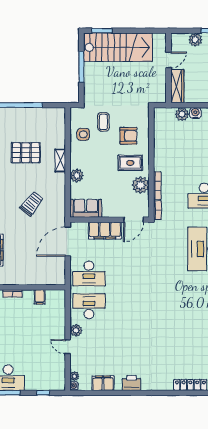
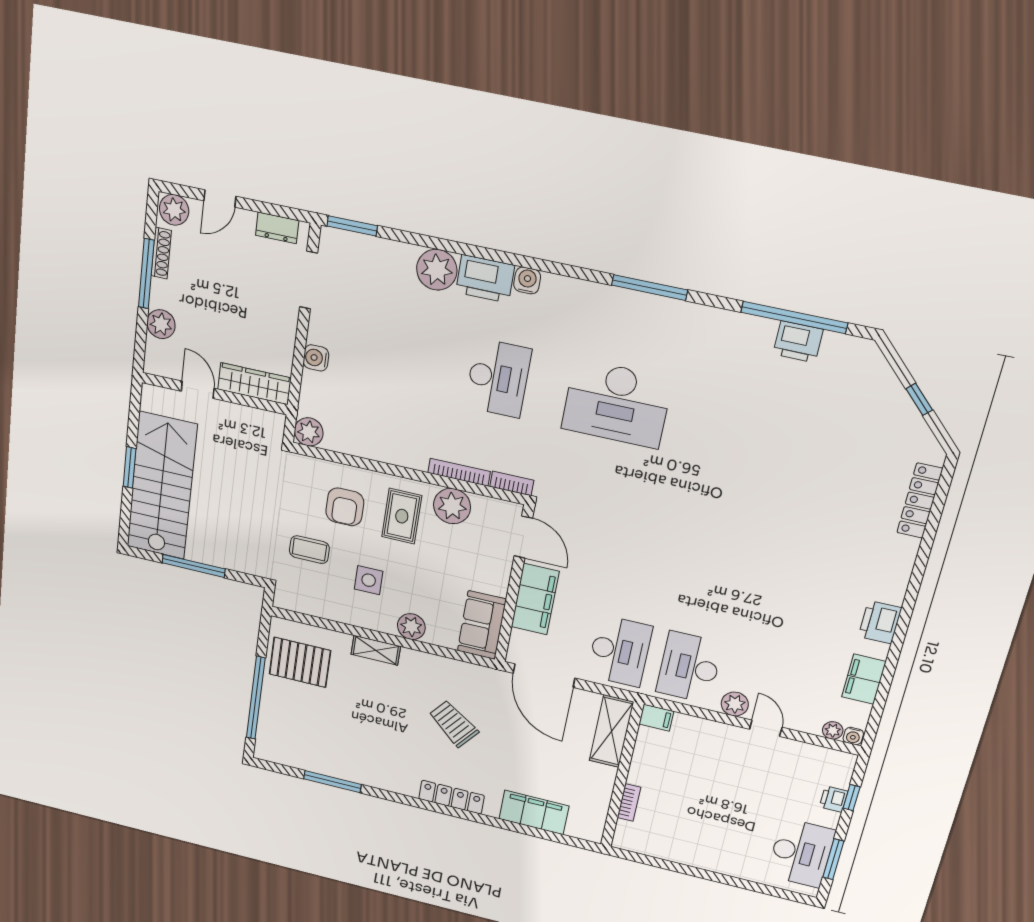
window: (102, 31) -> (130, 467), moved
plant: (182, 114) -> (309, 432), moved
side table: (83, 134) -> (369, 580), moved
armchair: (128, 136) -> (345, 507), turned 180
pallet: (26, 153) -> (300, 662), moved, turned 90
shelving: (48, 278) -> (611, 731), added
filing cabinet: (40, 297) -> (656, 718), moved
door: (68, 347) -> (766, 728), swing flipped
printer: (40, 385) -> (834, 799), added

